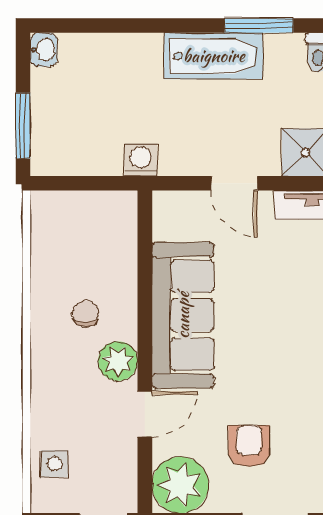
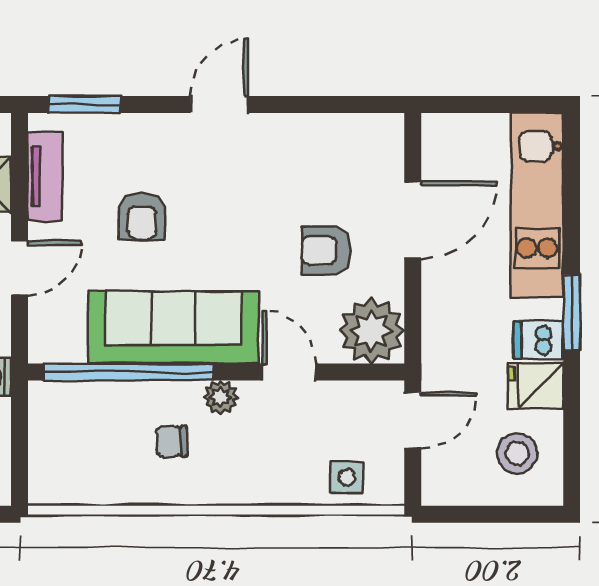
window: (145, 277) -> (128, 372), added
armchair: (278, 288) -> (142, 216), added
plant: (118, 361) -> (221, 397), width x0.73, depth x0.73

